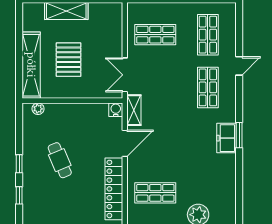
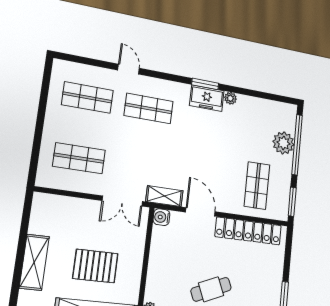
shop shelf: (155, 35) -> (79, 158), turned 90
plant: (230, 160) -> (230, 98), added

